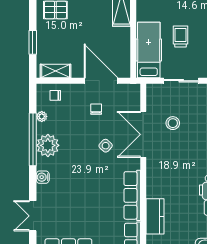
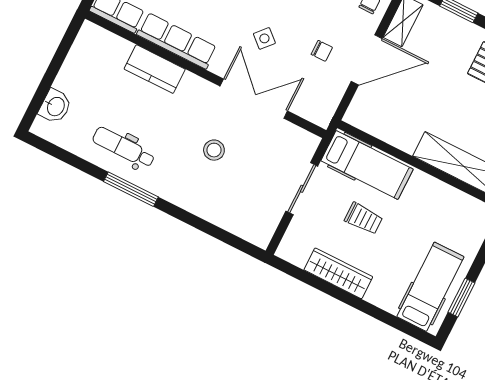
door: (101, 81) -> (367, 60), moved
stool: (173, 123) -> (214, 150), moved
kitchen counter: (155, 216) -> (155, 69), moved

